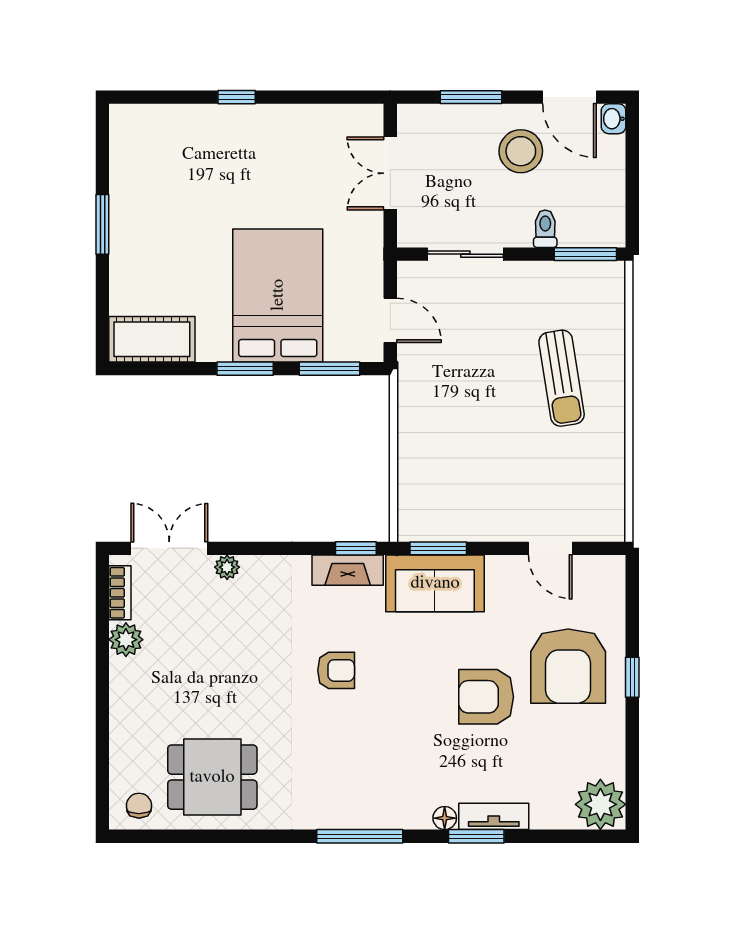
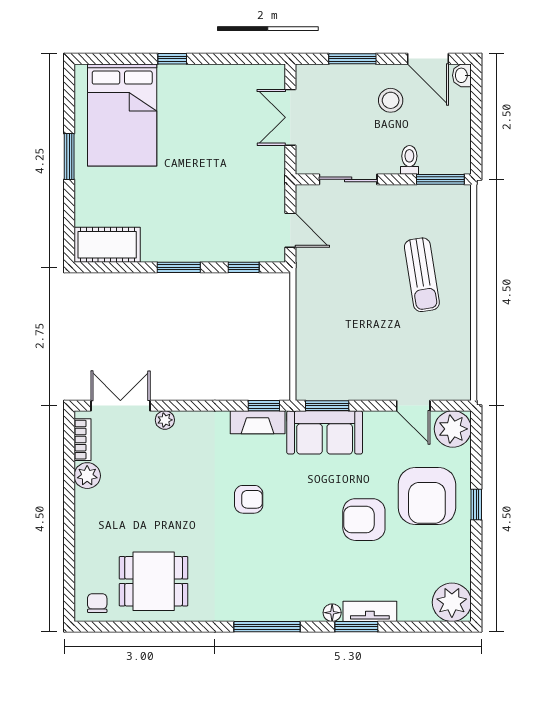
stool: (521, 151) -> (391, 100), width x0.73, depth x0.73
bed: (278, 295) -> (122, 115), moved, turned 180
window: (330, 369) -> (244, 267), width x0.67
plant: (602, 579) -> (453, 429), added

